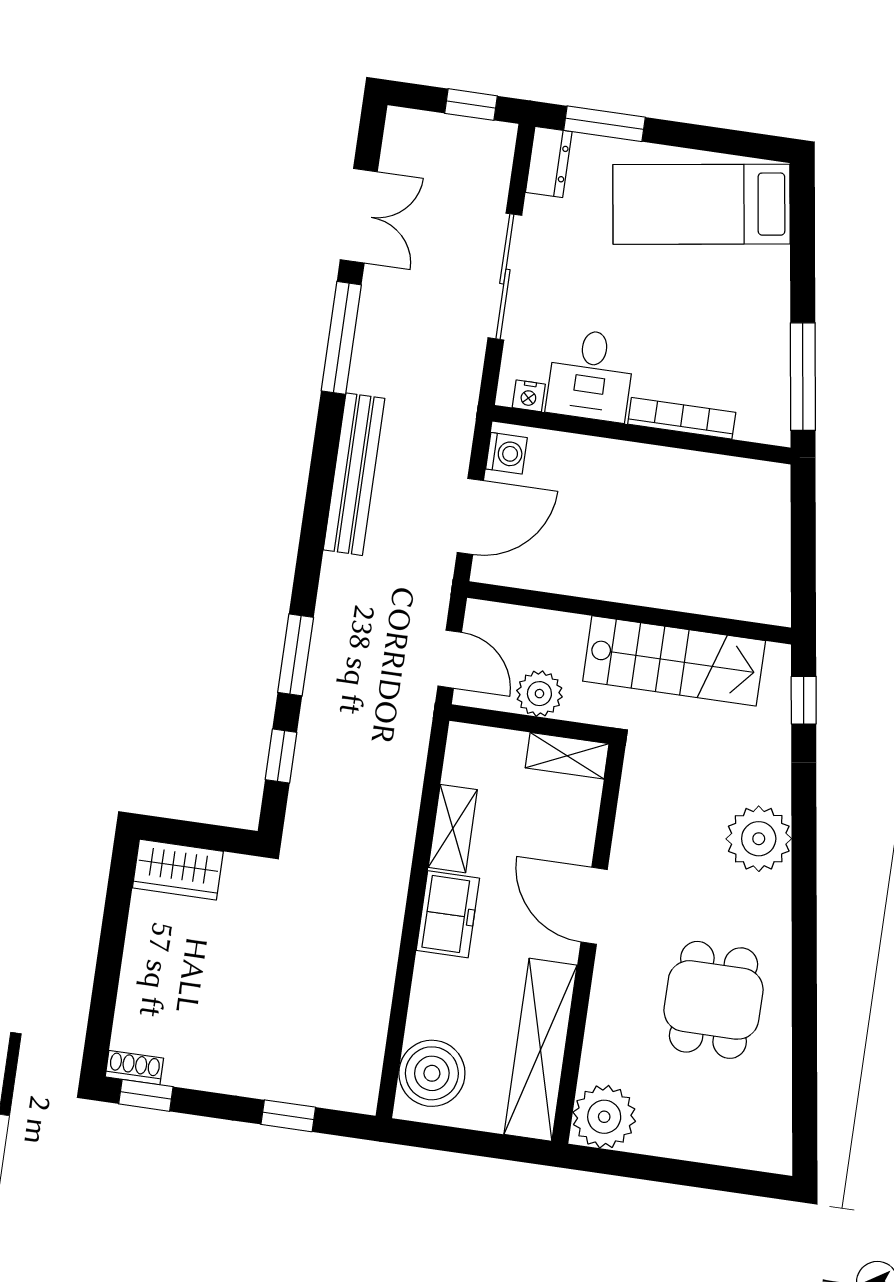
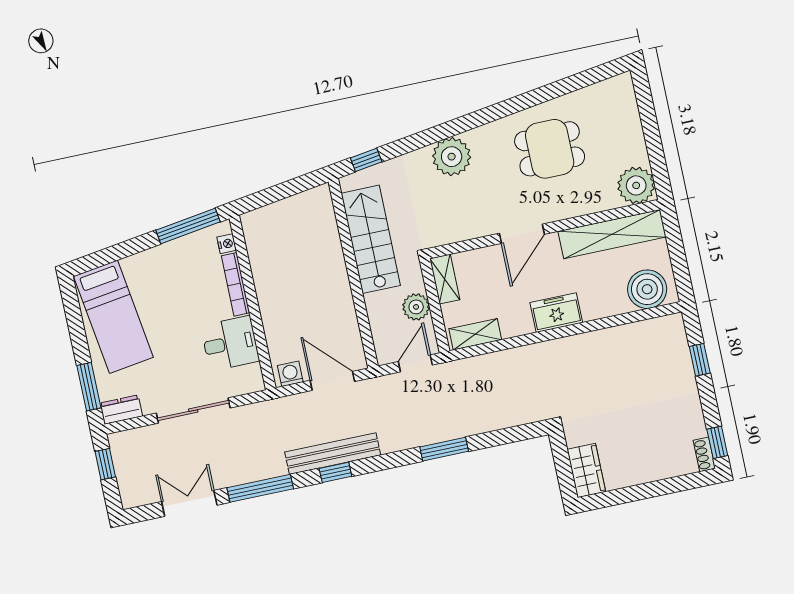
nightstand: (529, 396) -> (227, 244), moved
window: (281, 756) -> (335, 472), moved
shelving: (453, 829) -> (475, 334), moved

